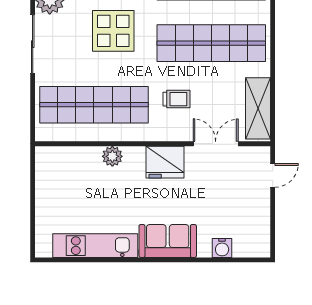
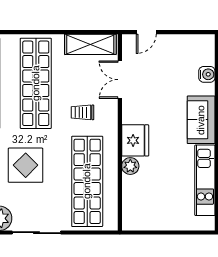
trolley: (176, 99) -> (83, 112), turned -90
fridge: (165, 162) -> (135, 140), moved
door: (273, 175) -> (146, 32), swing flipped

